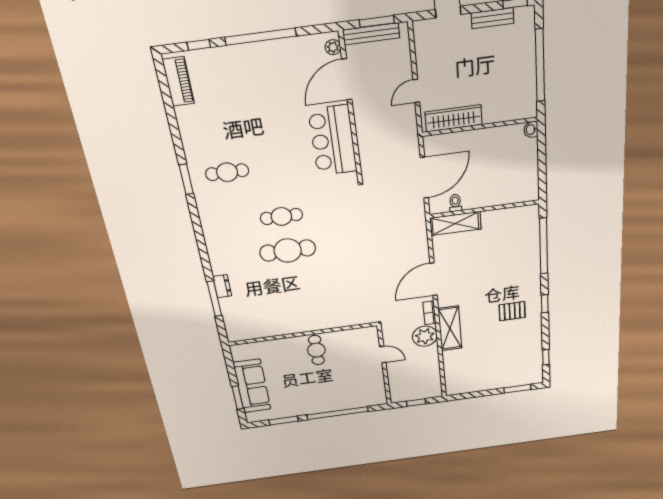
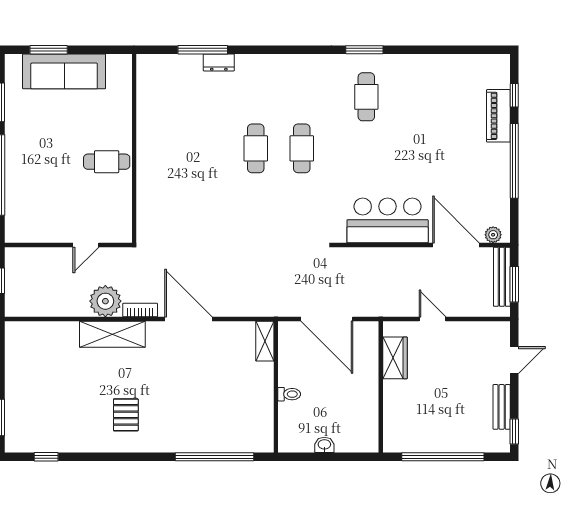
piano: (178, 81) -> (498, 116), moved, turned 90
wardrobe: (454, 118) -> (395, 358), width x0.67
washbasin: (531, 130) -> (324, 445), moved
toilet: (455, 203) -> (289, 394), moved
shelving: (455, 224) -> (265, 341), width x0.67, depth x0.75
cafe table: (288, 251) -> (256, 148), width x0.73, depth x0.74
window: (545, 304) -> (130, 457), removed

